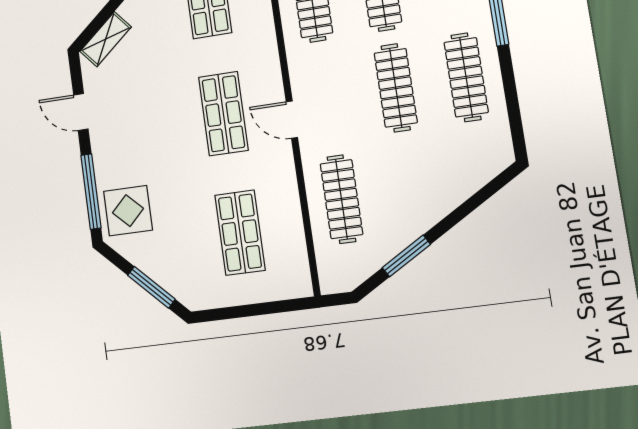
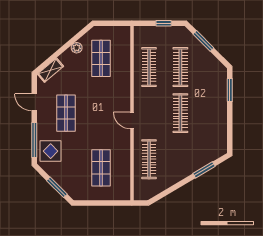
clothes rail: (466, 77) -> (212, 113), removed
shop shelf: (223, 114) -> (66, 113), moved
window: (406, 256) -> (204, 170), moved

